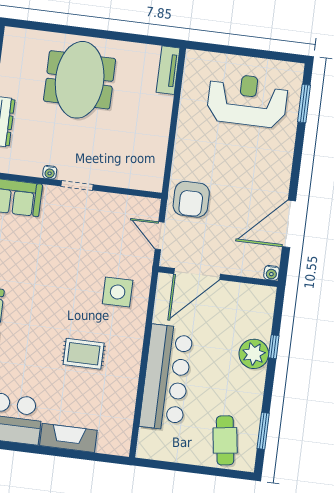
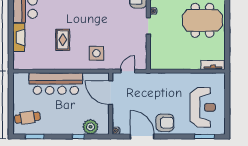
armchair: (191, 199) -> (165, 123), moved, turned 180
plant: (254, 354) -> (90, 127), moved

